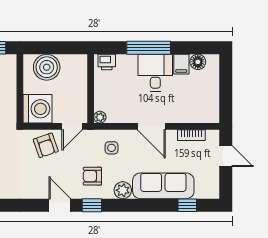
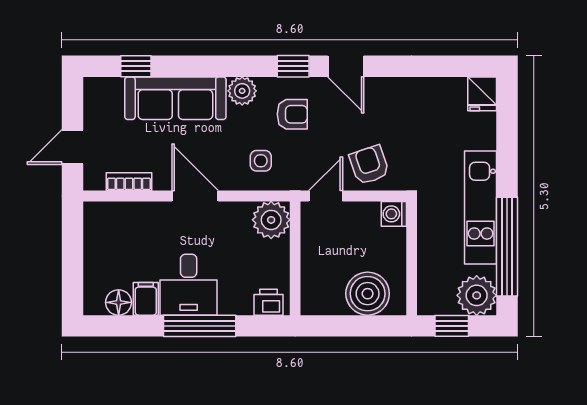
washing machine: (38, 109) -> (394, 214), width x0.53, depth x0.53
plant: (100, 117) -> (271, 220), width x1.88, depth x1.88
door: (226, 156) -> (72, 147), hinge flipped

